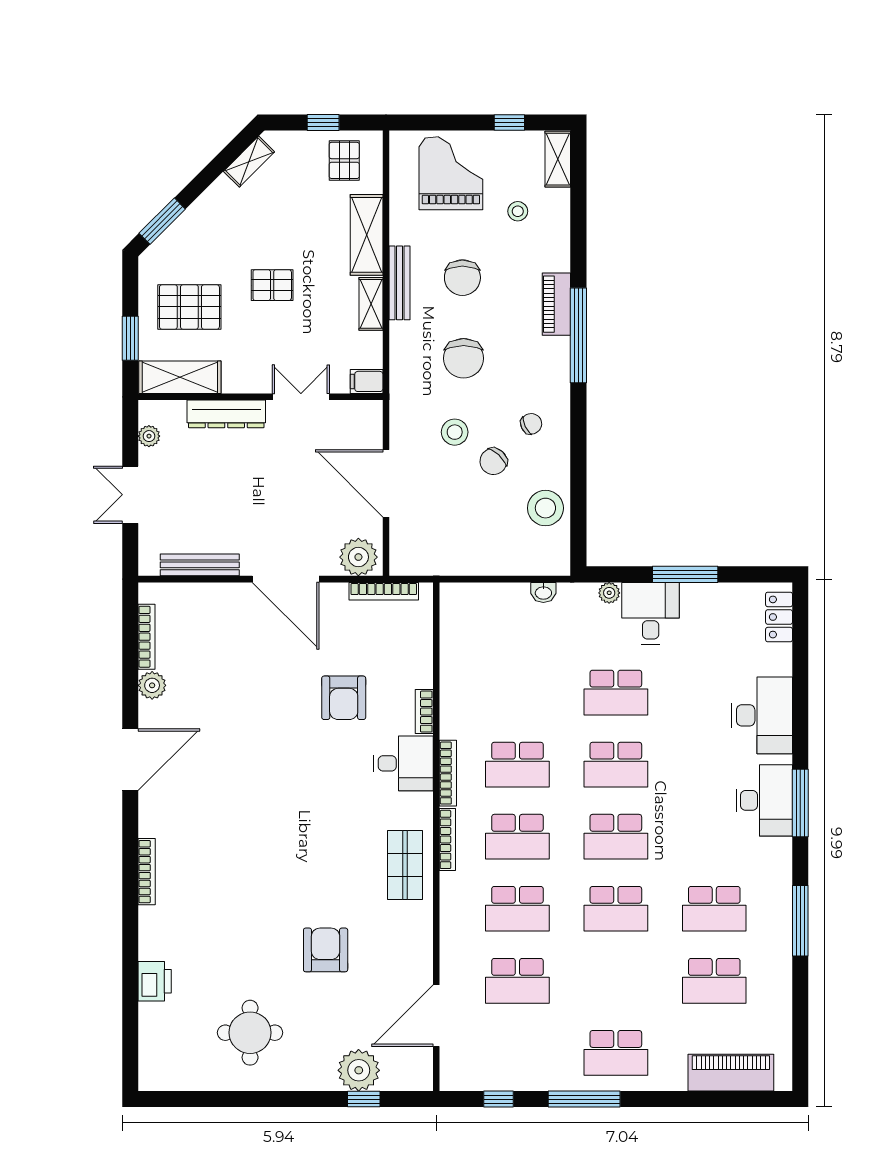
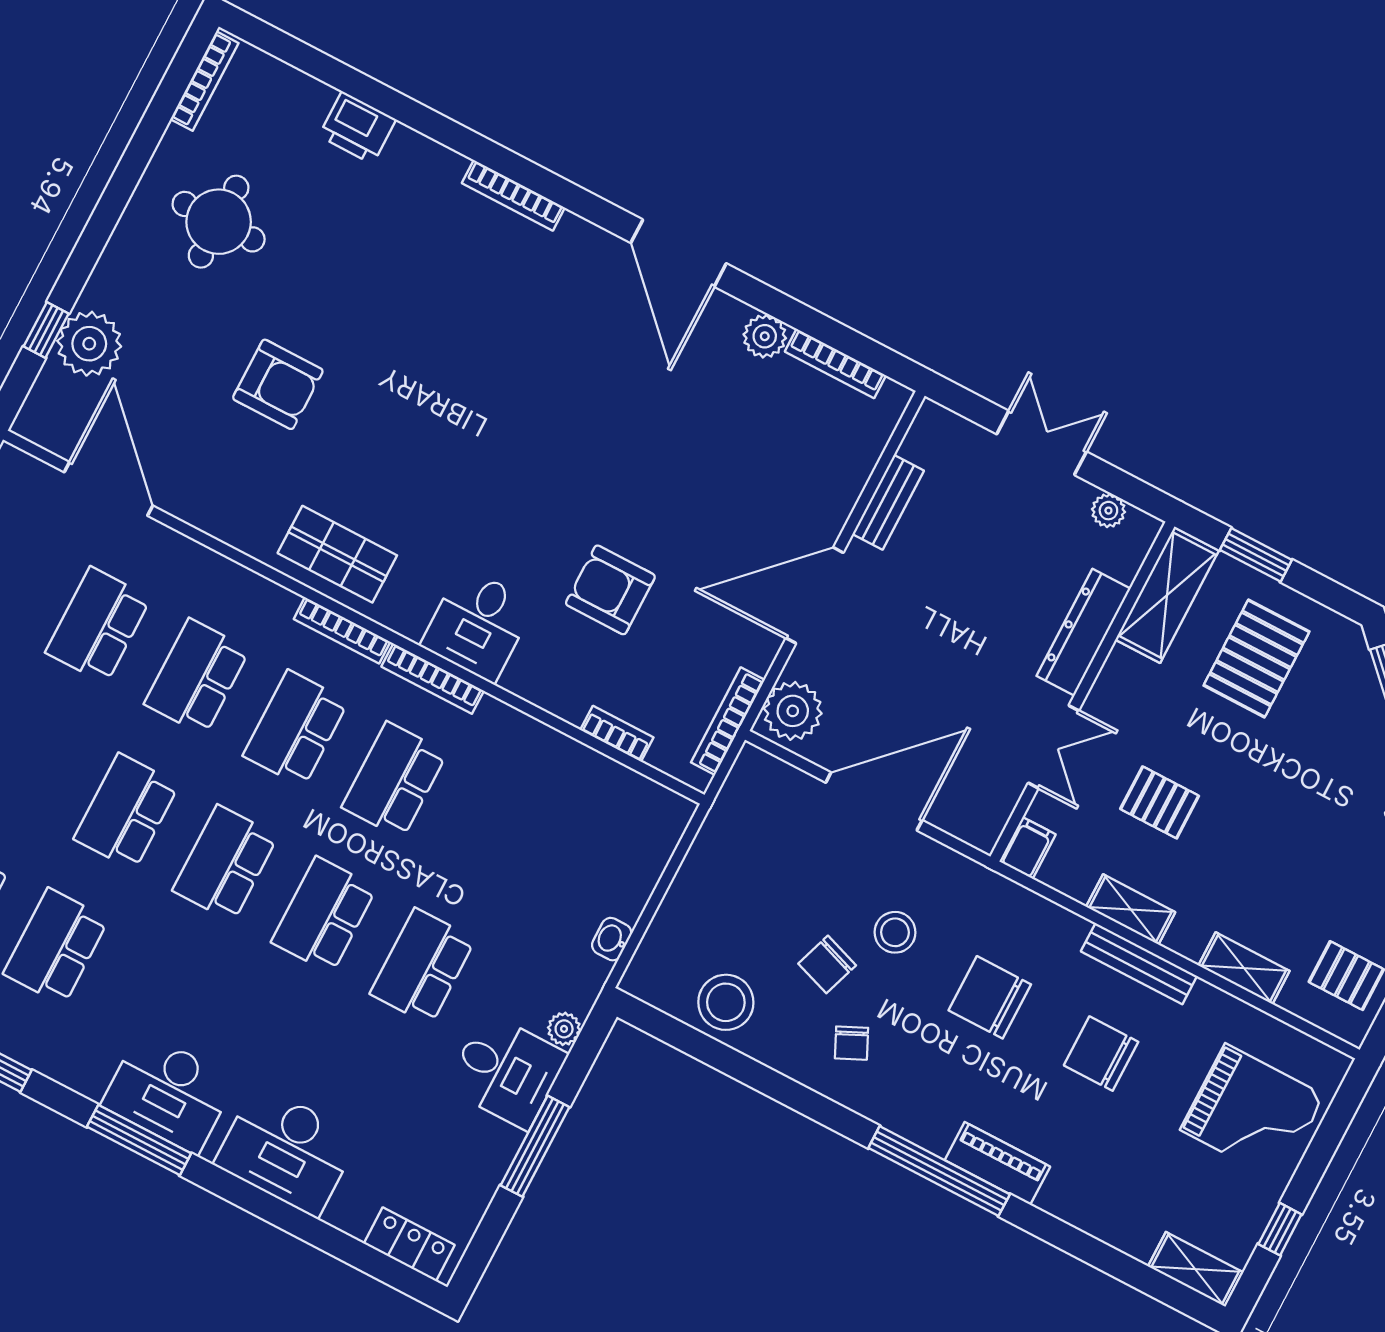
stool: (518, 211) -> (1152, 1177), removed
shelving: (367, 235) -> (1244, 968), width x0.67, depth x0.75
pallet: (272, 285) -> (1160, 802), moved, turned 90
chair: (493, 461) -> (827, 964), turned -114
bench: (200, 565) -> (888, 502), width x0.73
bookcase: (424, 712) -> (617, 734), moved
bookcase: (174, 1083) -> (204, 81), added

